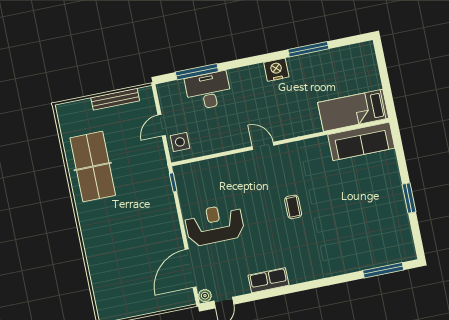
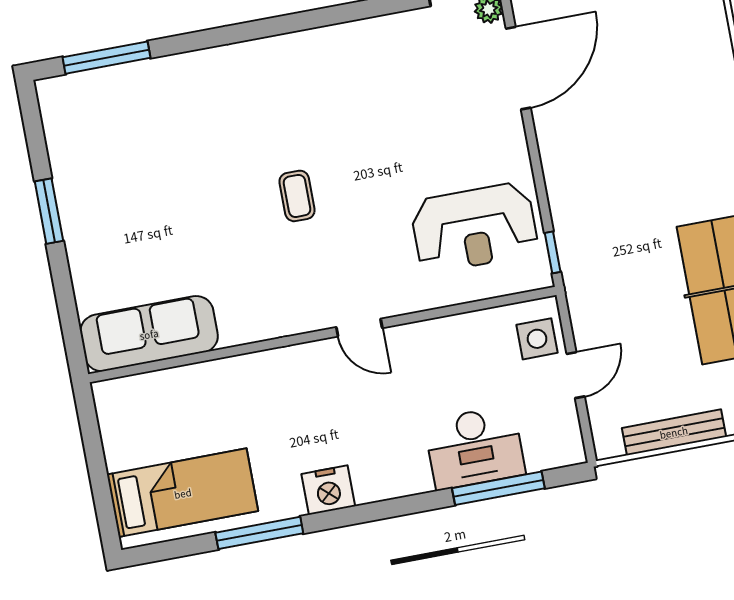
bed: (353, 110) -> (183, 493), moved
reception desk: (215, 225) -> (474, 228), moved
row of seats: (269, 280) -> (352, 40), removed

